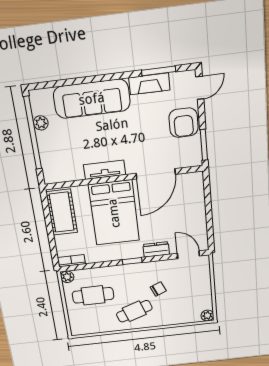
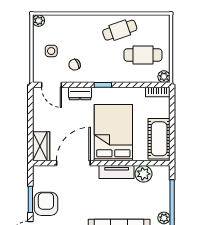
window: (204, 145) -> (30, 199), moved
plant: (73, 171) -> (144, 174), added
wardrobe: (195, 188) -> (41, 146), added
side table: (192, 288) -> (51, 51), added
chair: (158, 289) -> (75, 65), moved
cafe table: (134, 311) -> (120, 30), moved

